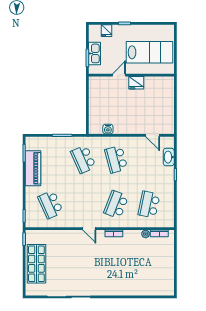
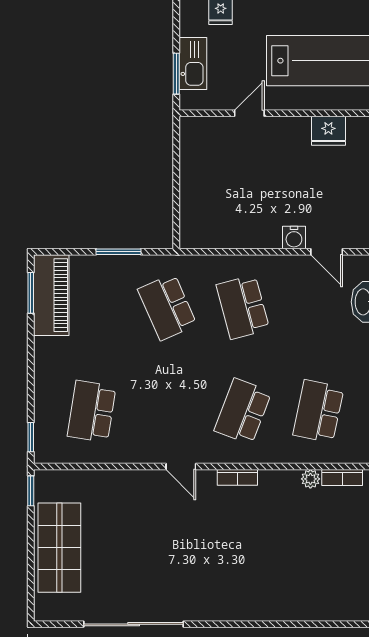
fridge: (136, 83) -> (328, 131), moved
water cooler: (108, 129) -> (294, 237), moved
piano: (33, 168) -> (51, 295), moved
school desk: (51, 205) -> (92, 411), turned 33

